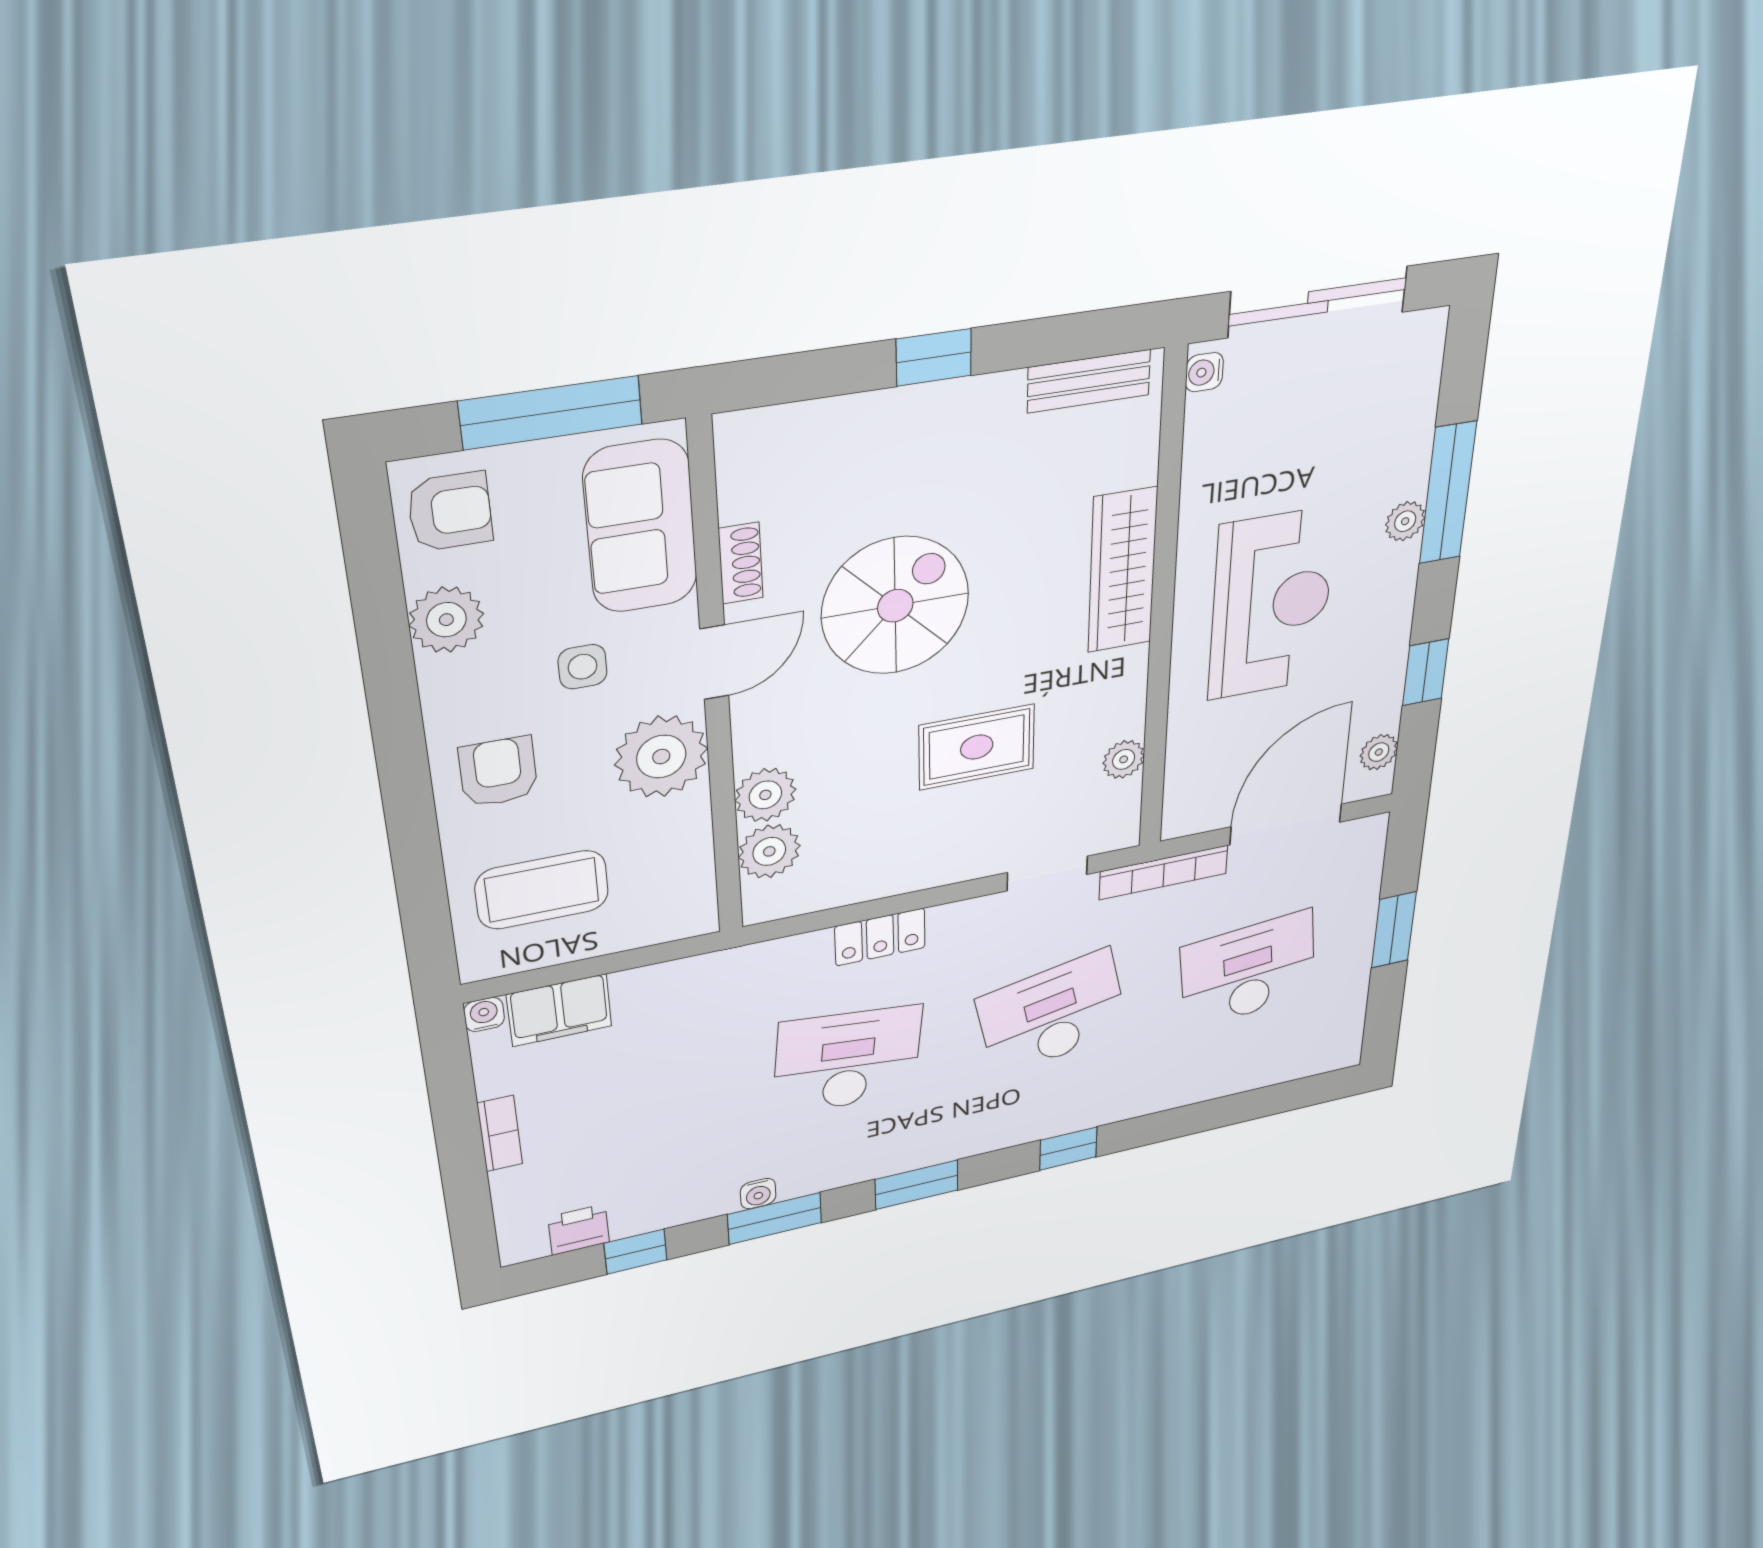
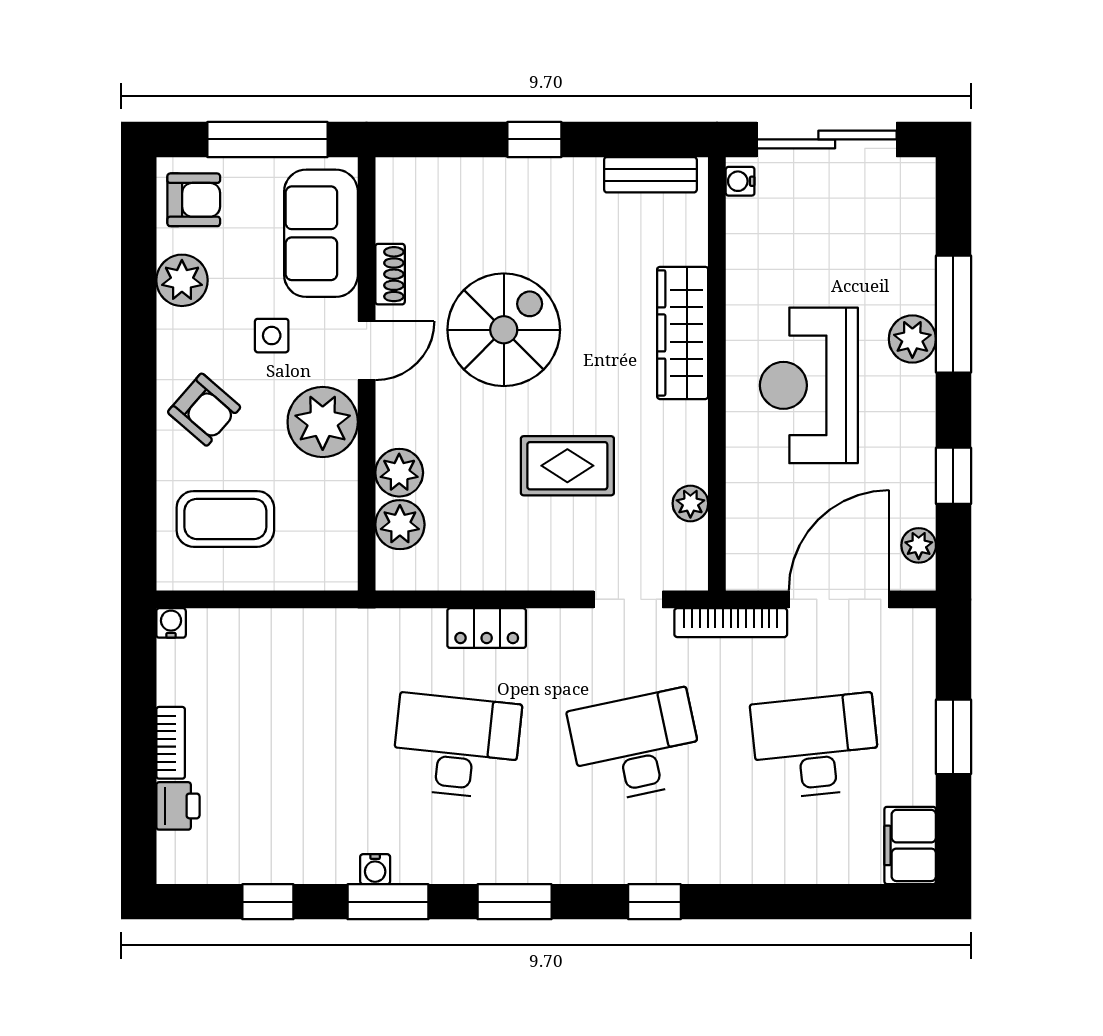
plant: (1405, 521) -> (912, 339), width x1.38, depth x1.38
reception desk: (1271, 604) -> (809, 385), turned 180
armchair: (498, 772) -> (204, 410), turned 131
filing cabinet: (559, 1010) -> (910, 845), moved, turned 90
printer: (579, 1230) -> (178, 806), moved, turned 90

